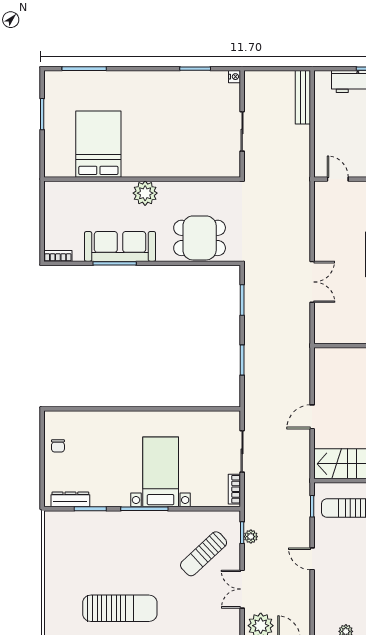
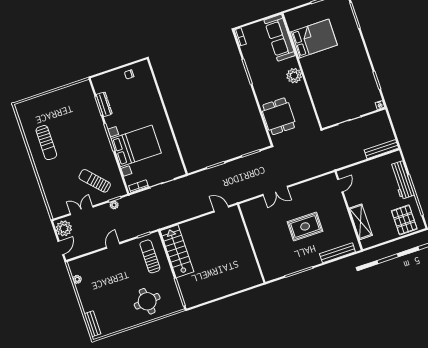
sofa: (120, 246) -> (280, 38), moved, turned 180
door: (312, 417) -> (221, 209), moved
bed with nightstands: (161, 472) -> (136, 146), width x1.36
dresser: (70, 499) -> (104, 104), moved
sun lounger: (120, 608) -> (46, 143), width x0.73, depth x0.75

